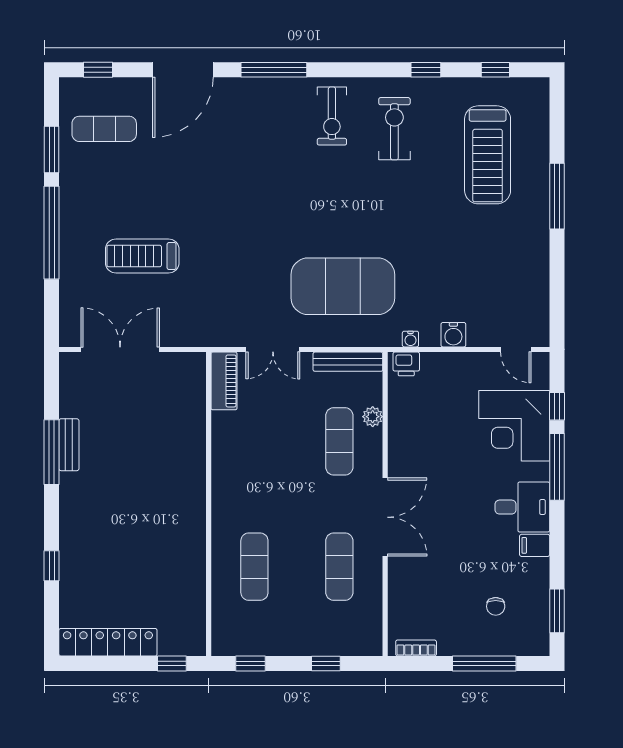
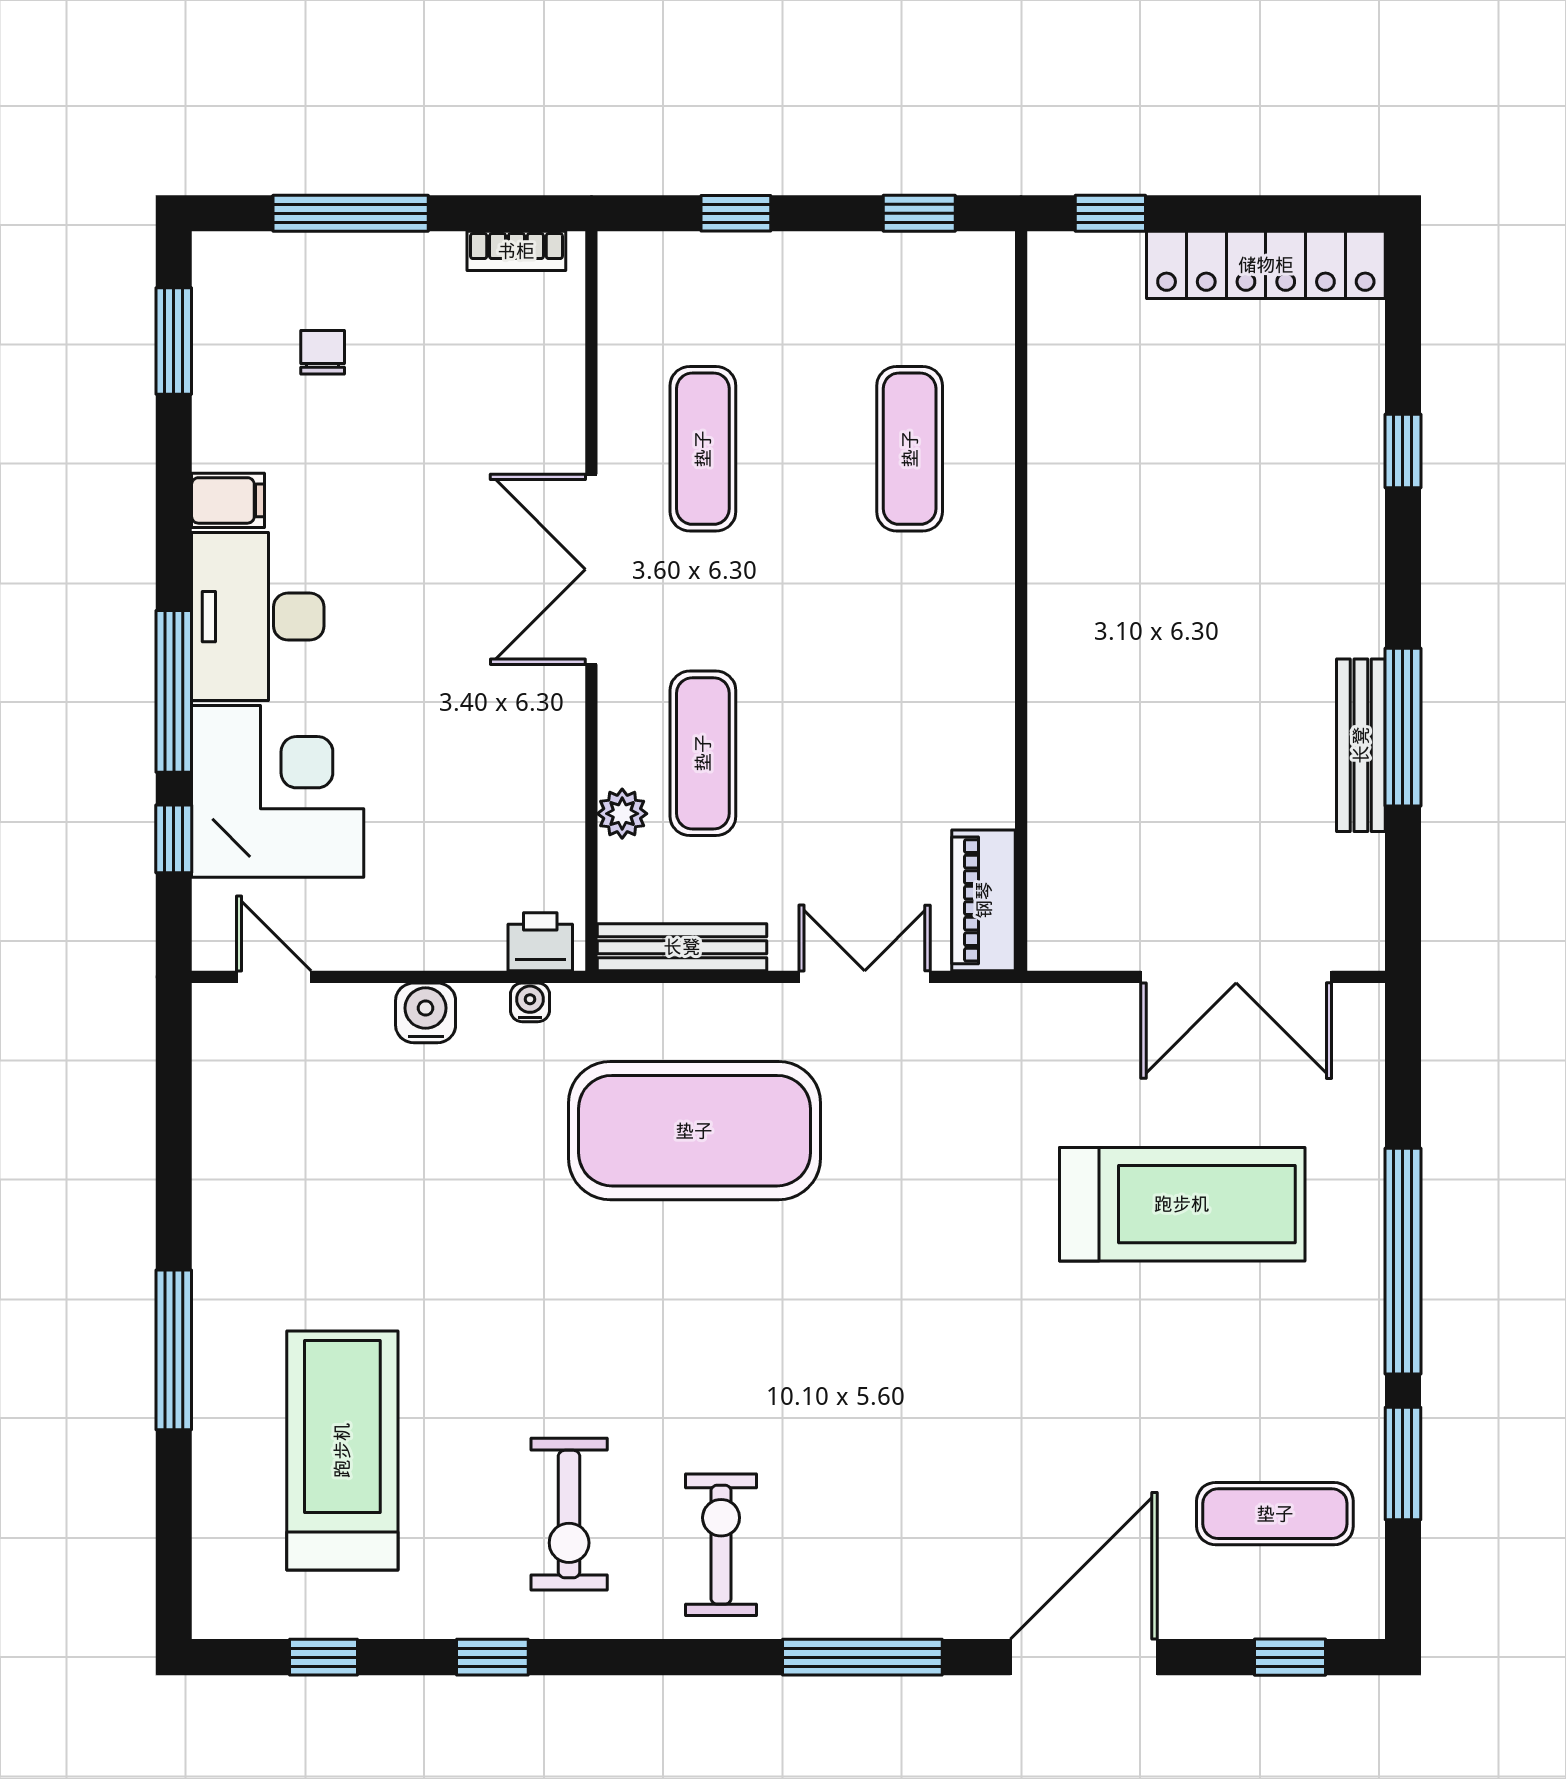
treadmill: (142, 256) -> (1182, 1204), width x1.37, depth x1.38
bench: (69, 445) -> (1361, 745), width x1.36
desk: (522, 507) -> (258, 617), width x1.37

